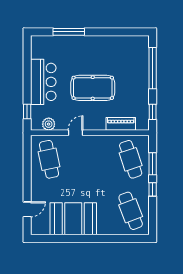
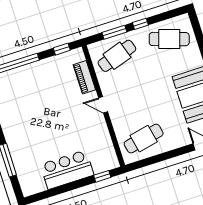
pool table: (93, 88) -> (57, 118), removed
plant: (49, 124) -> (108, 150), removed
door: (76, 133) -> (103, 105), moved
cafe table: (131, 211) -> (169, 39), turned 39

